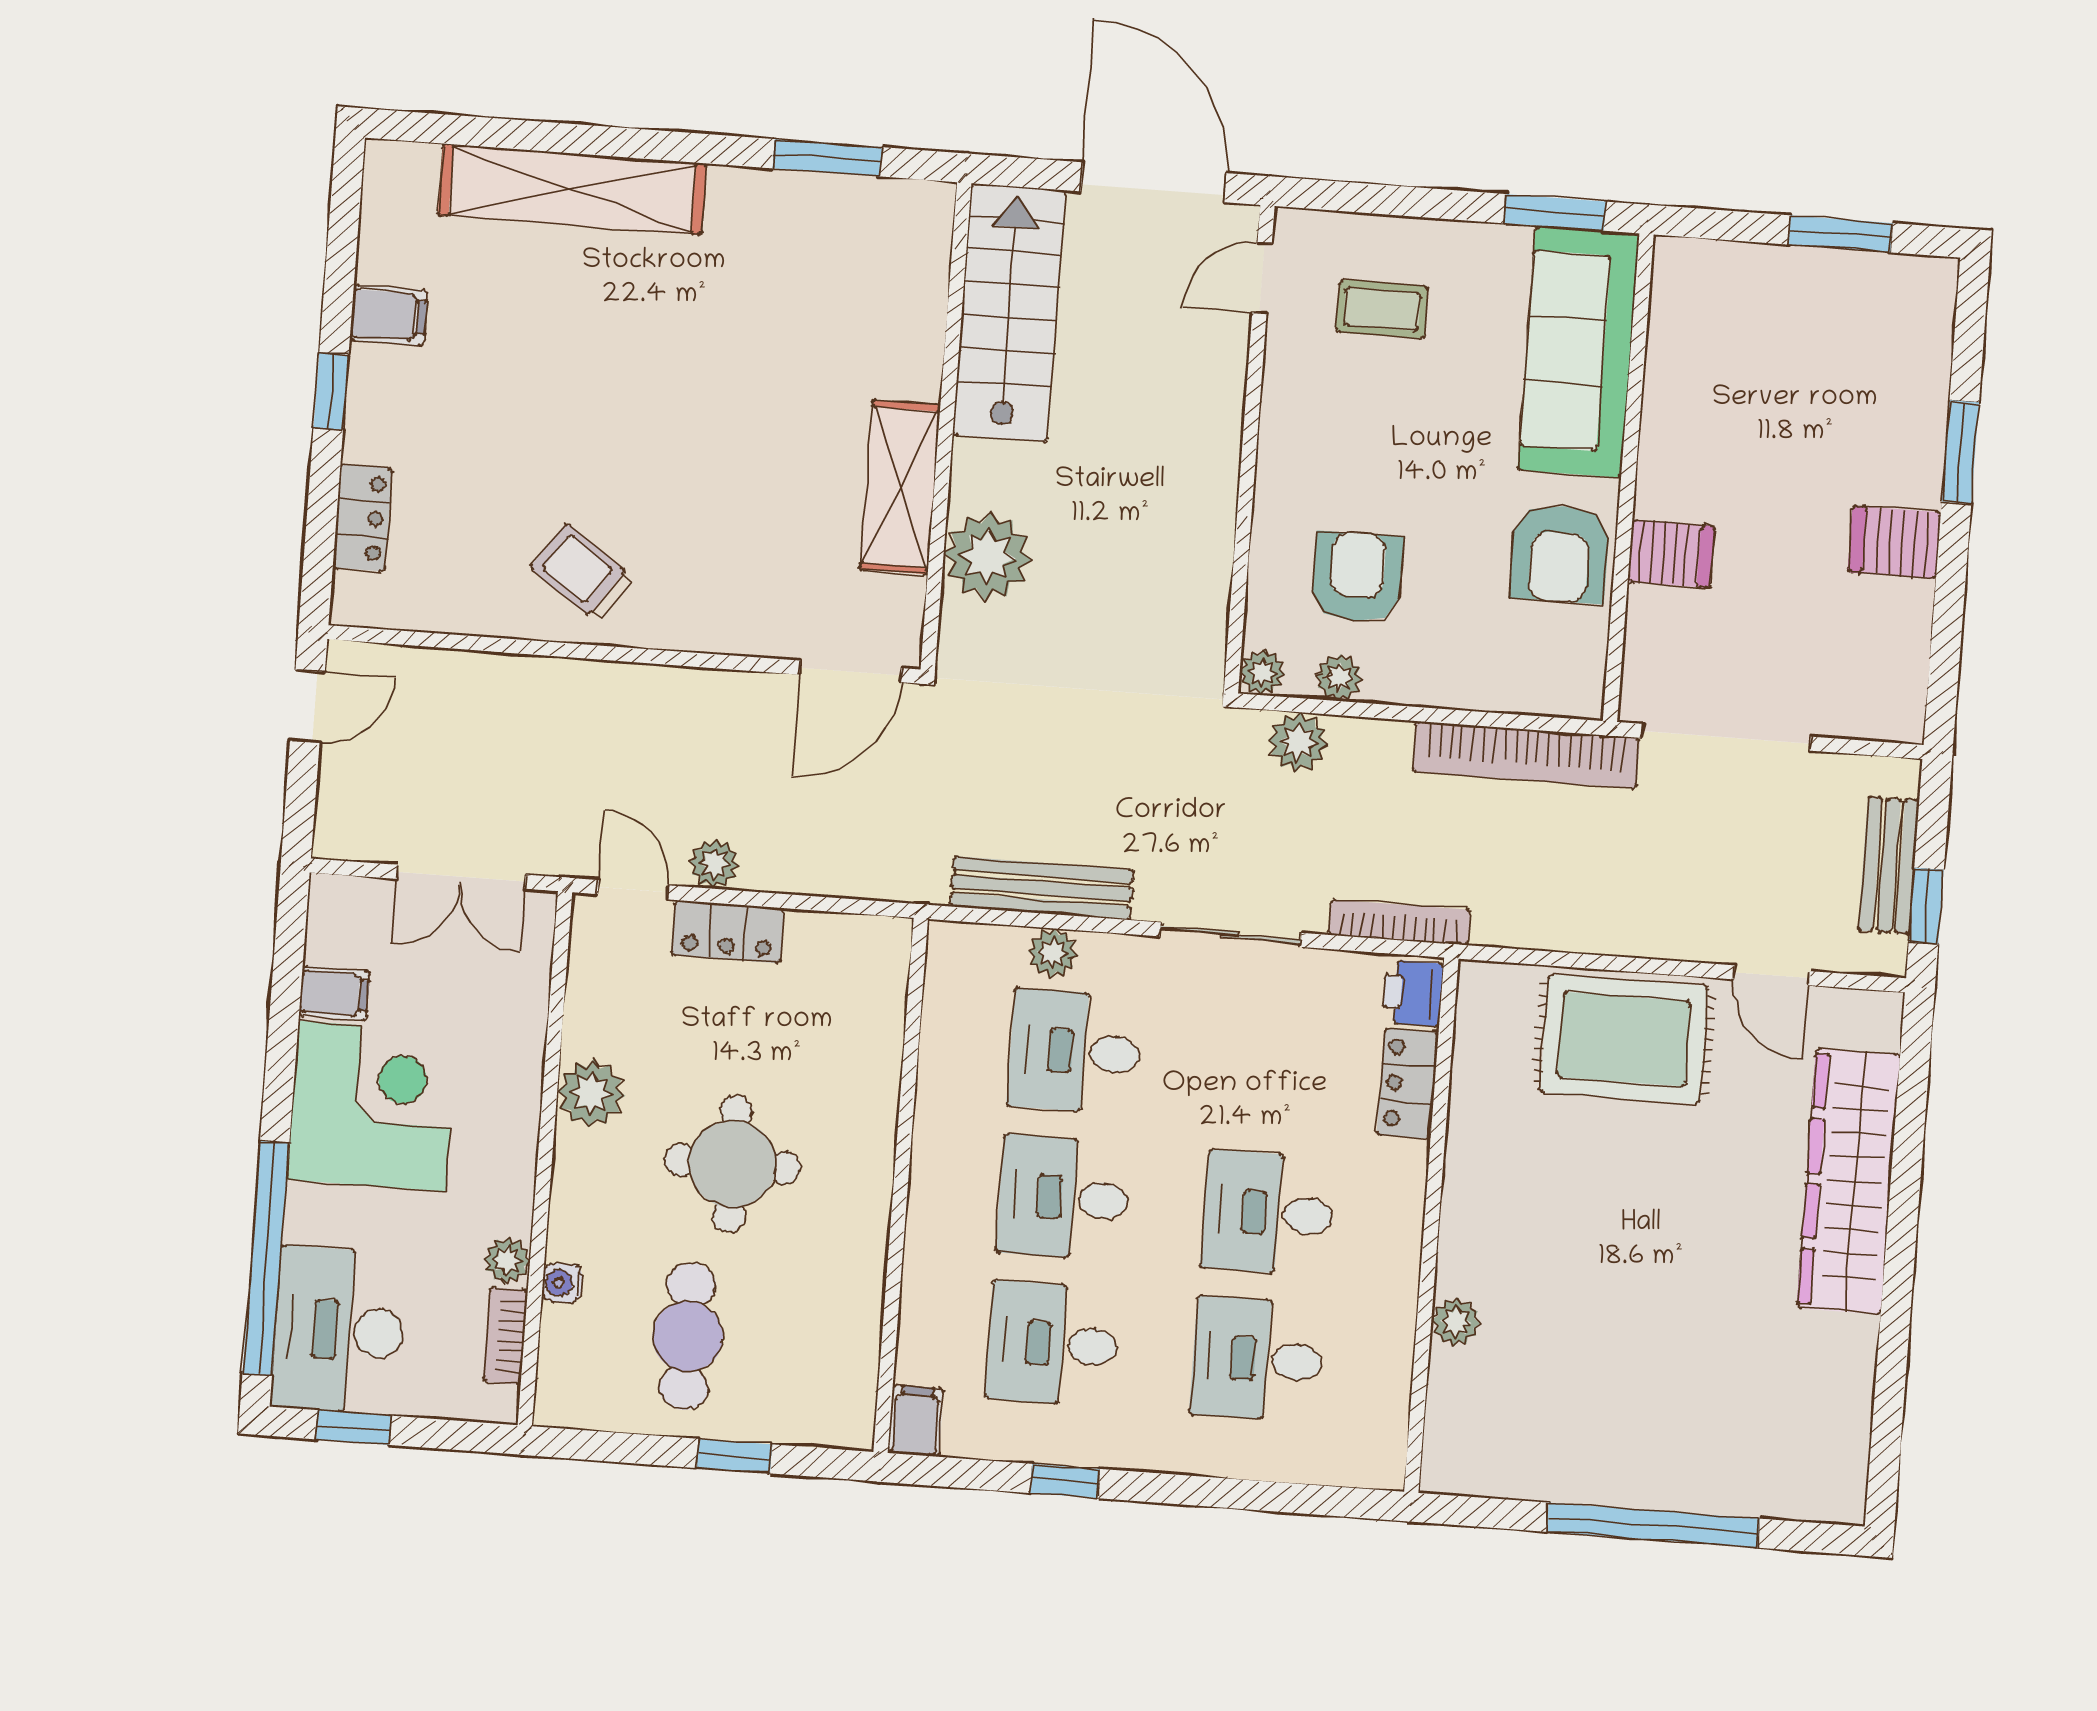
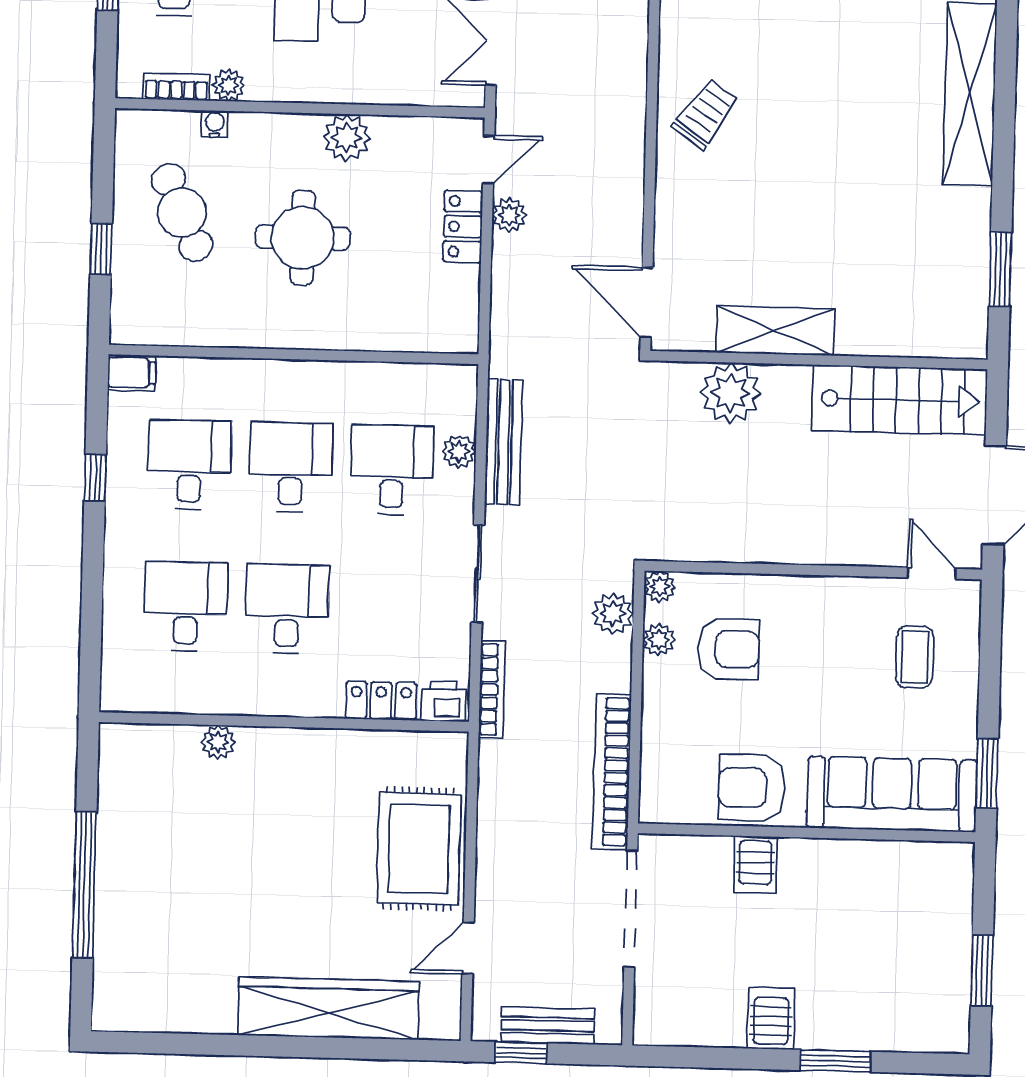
cafe table: (688, 1336) -> (182, 213), turned 66

